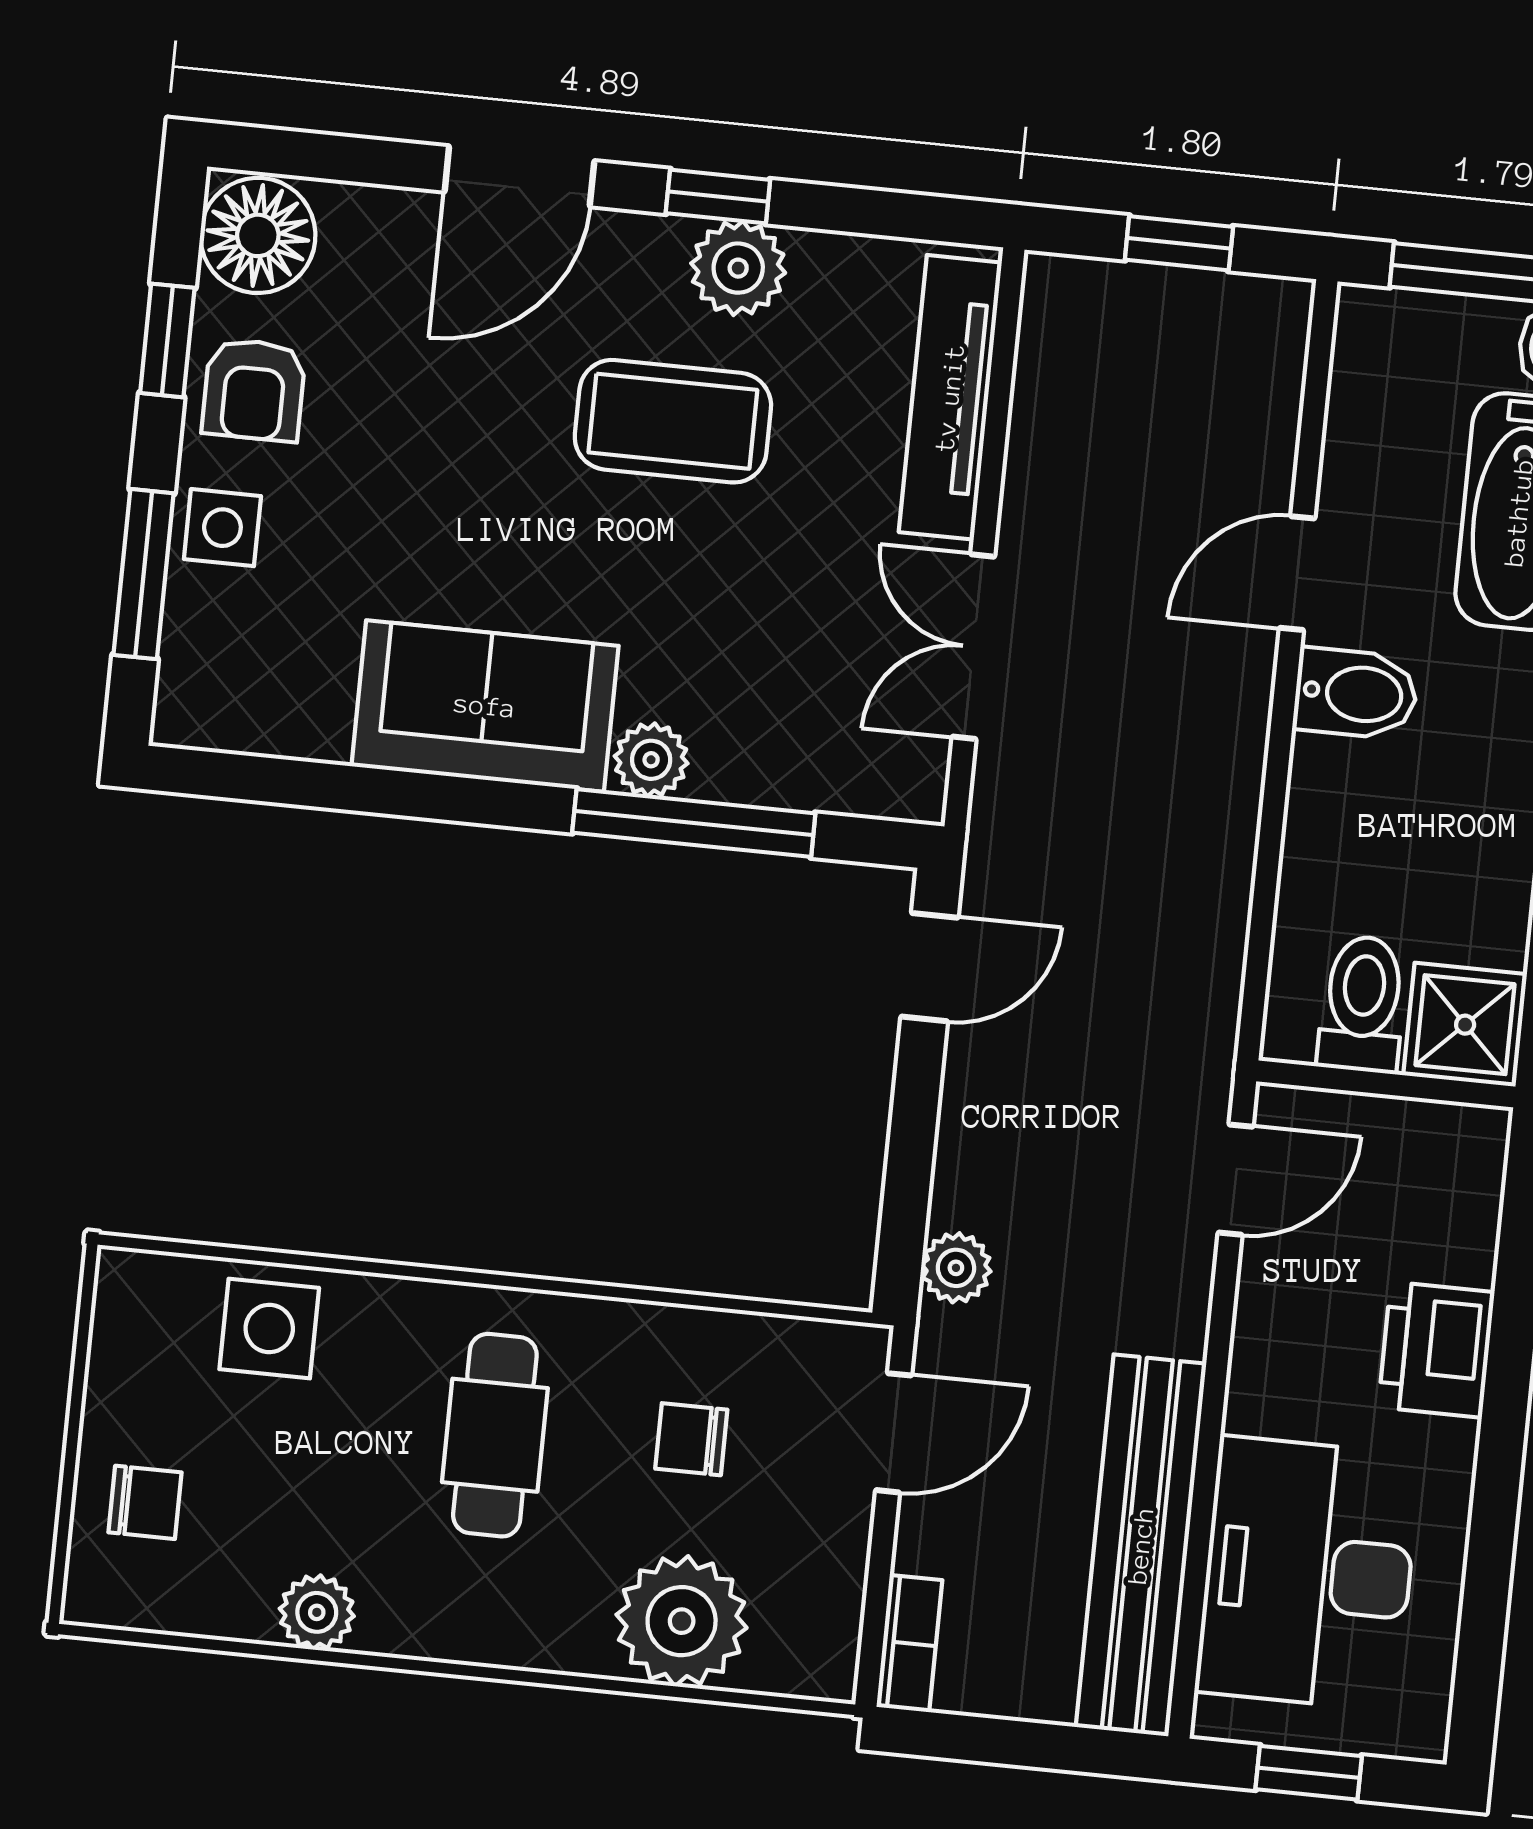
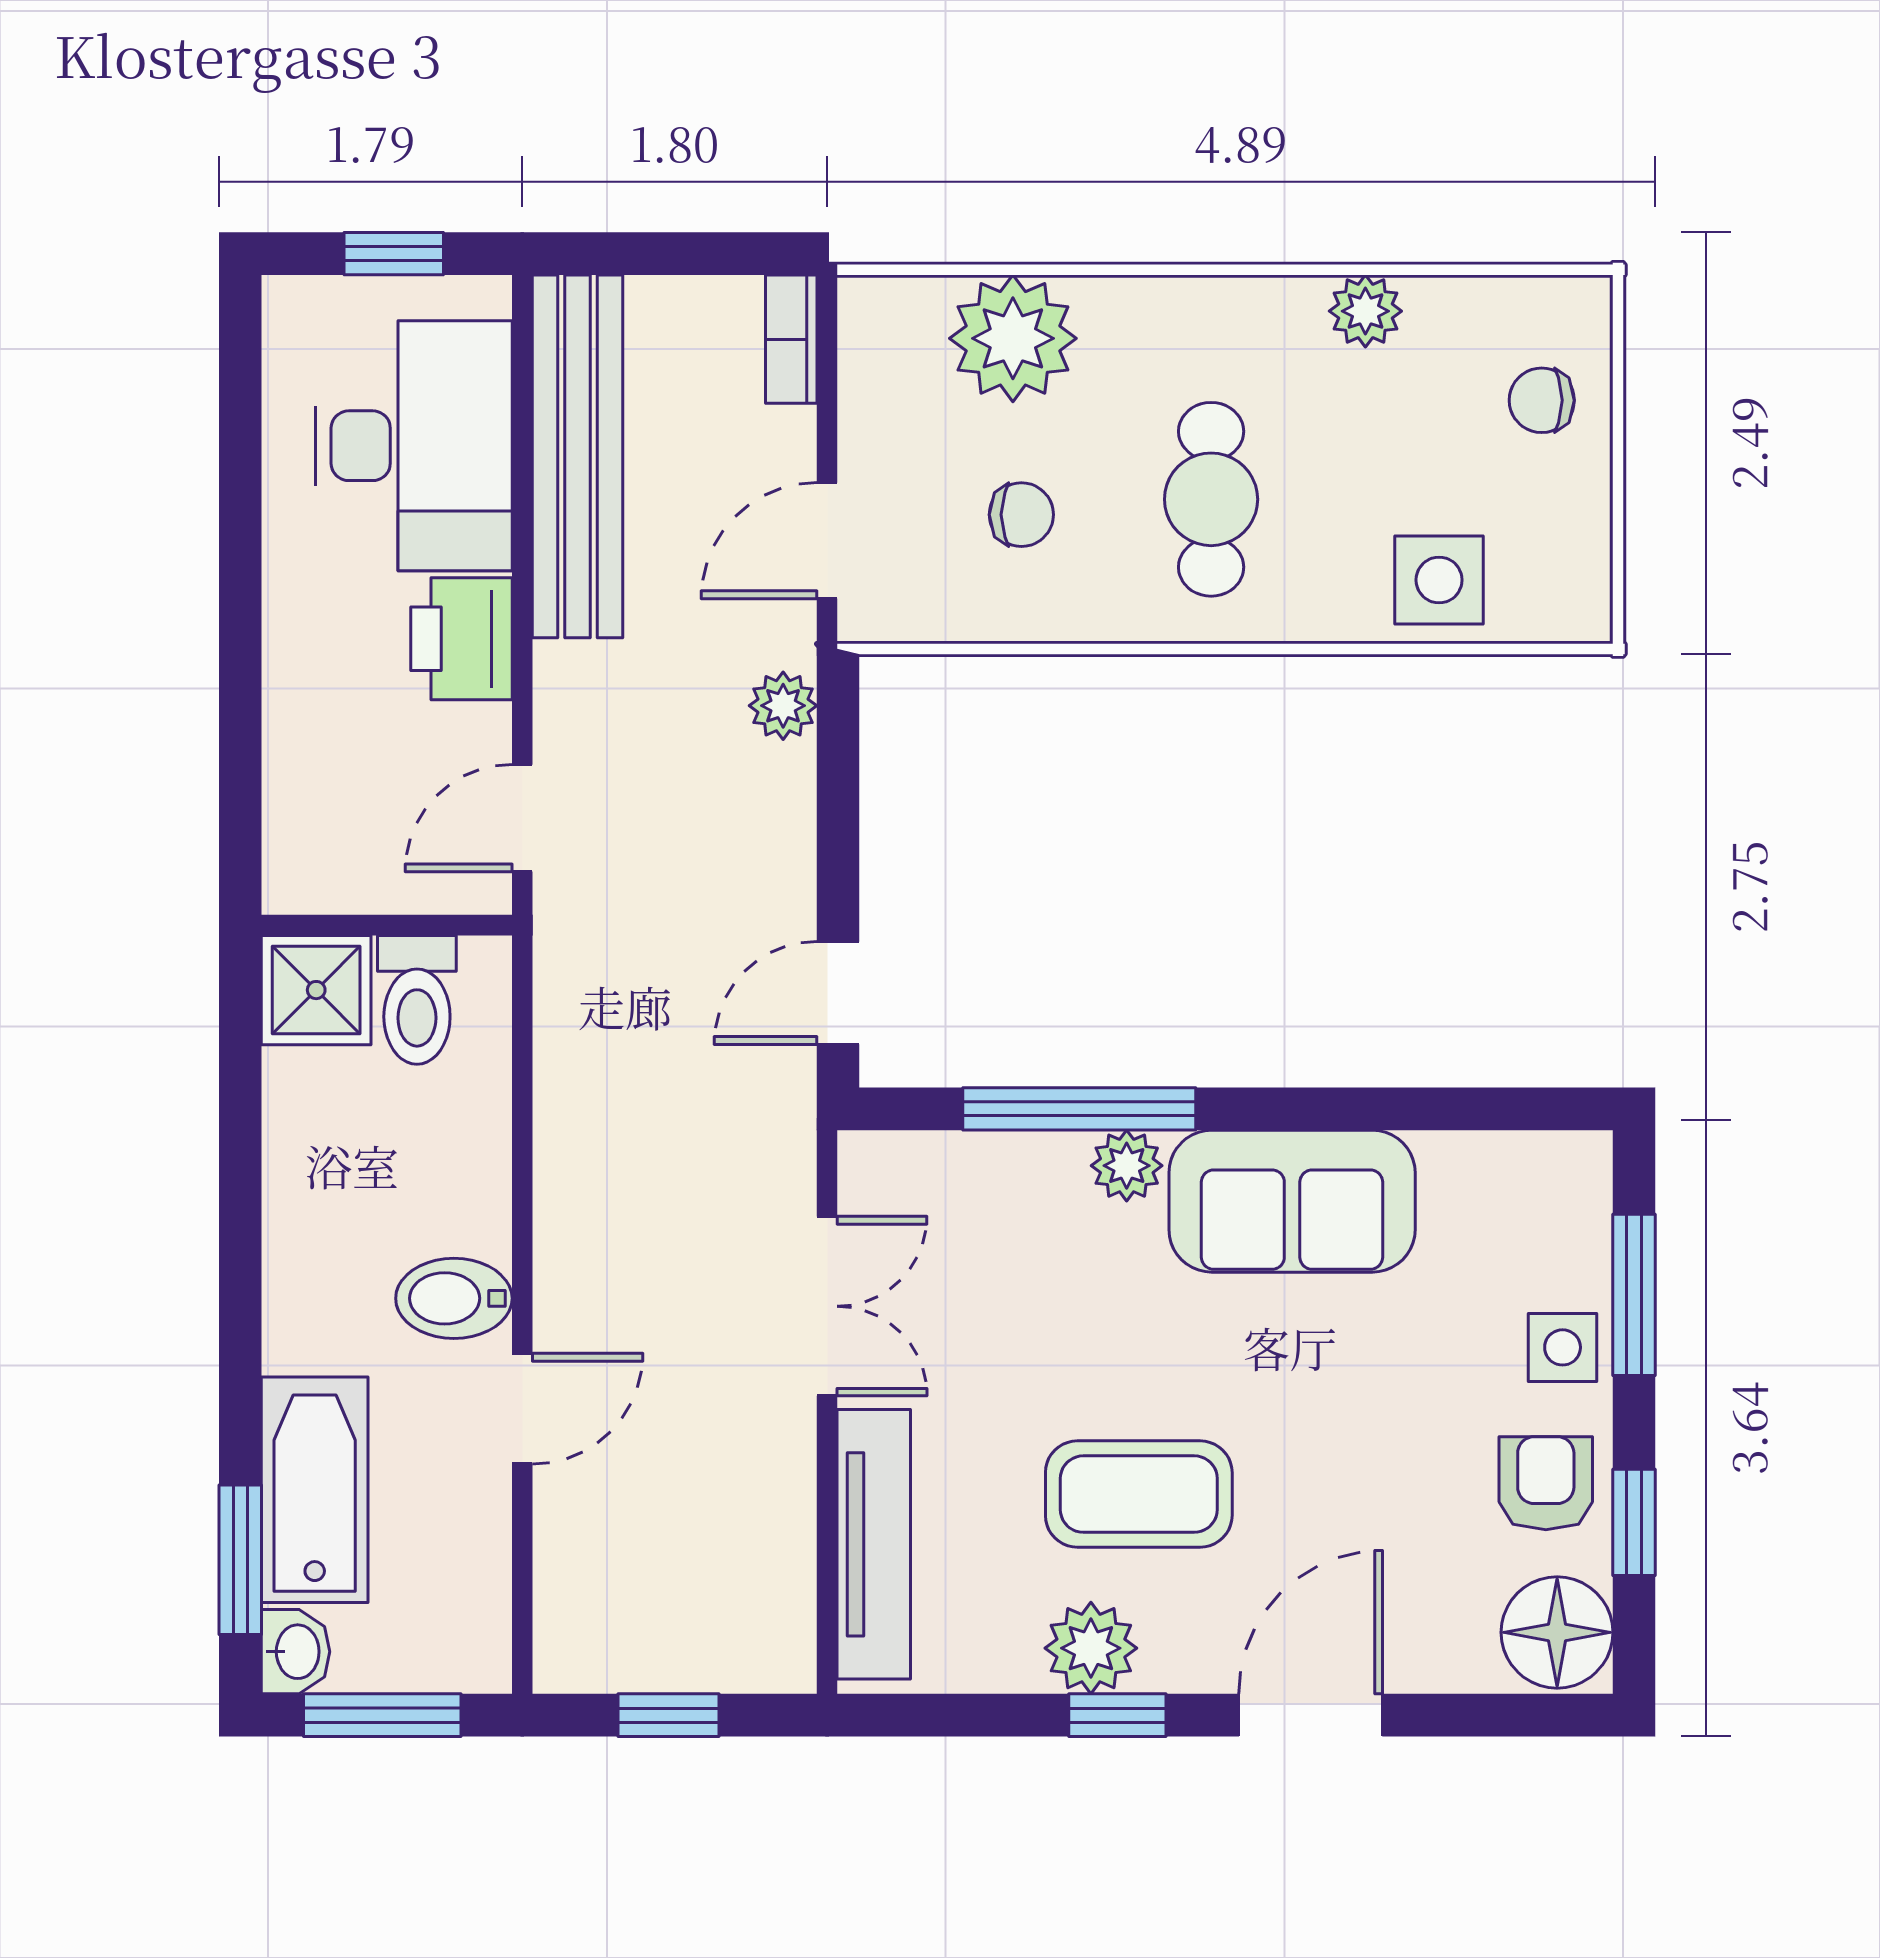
printer: (1436, 1350) -> (461, 639), moved, turned 180

